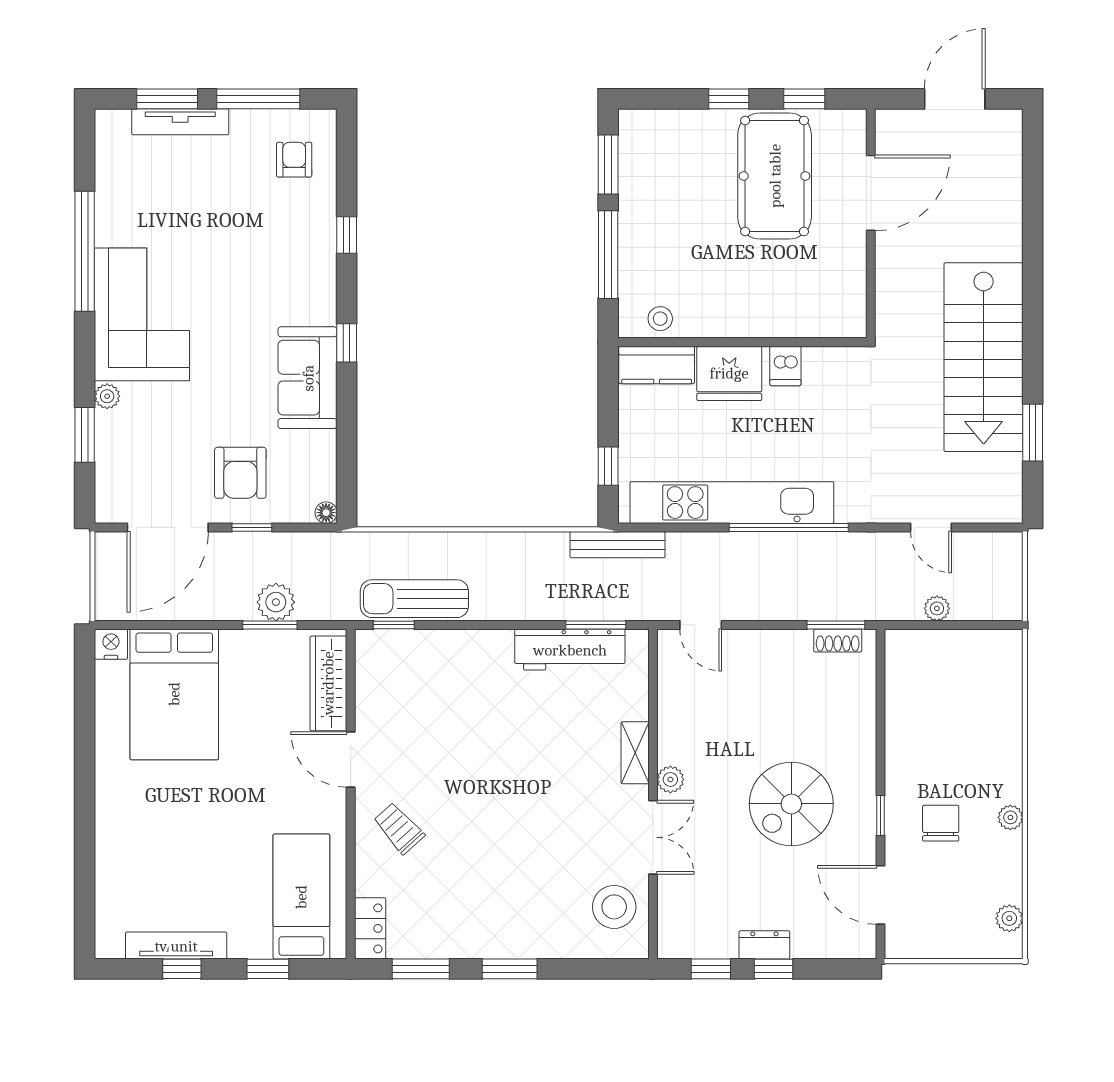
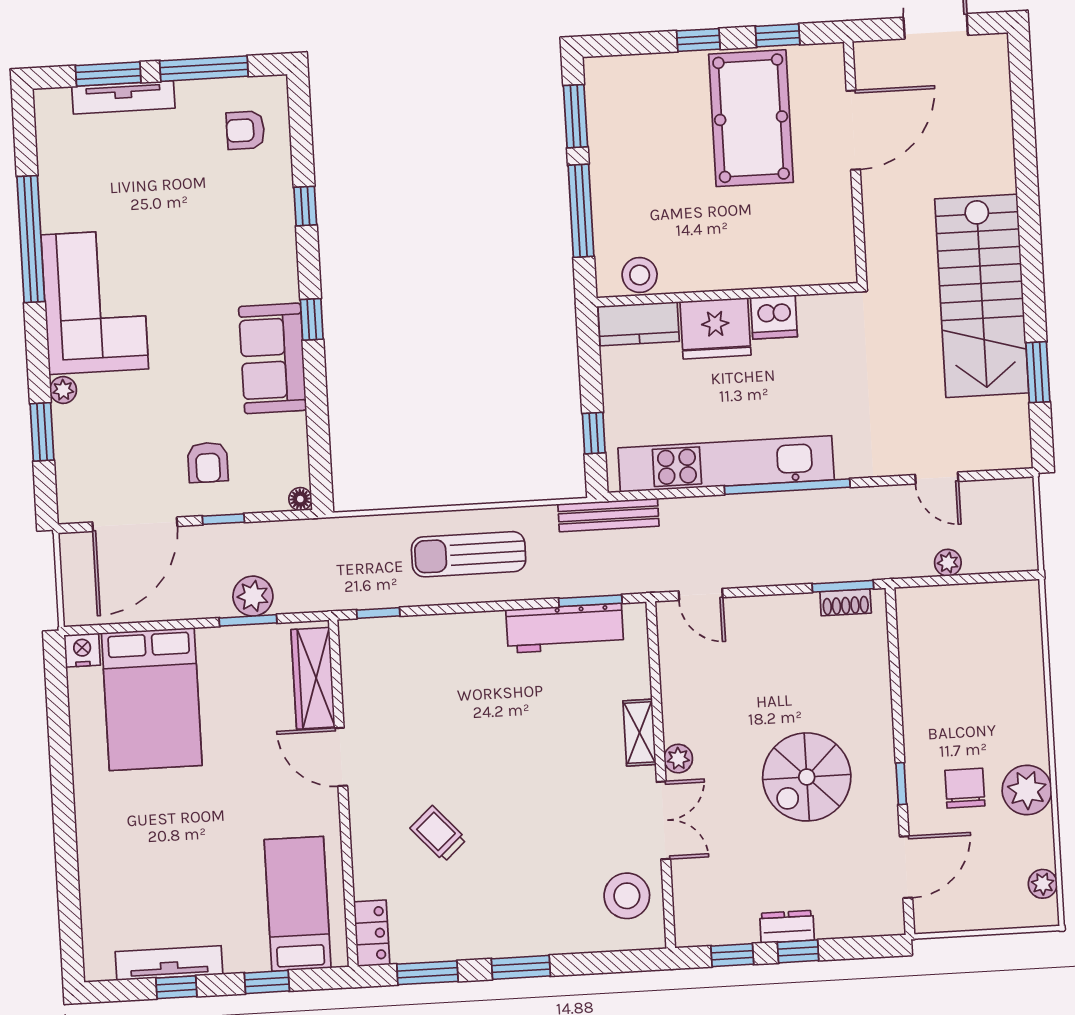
armchair: (294, 160) -> (245, 130), turned -90
stool: (660, 319) -> (640, 275), width x1.37, depth x1.37
dishwasher: (785, 366) -> (774, 317), width x1.38
armchair: (240, 473) -> (208, 462), width x0.72, depth x0.72
sun lounger: (414, 599) -> (469, 554), moved
plant: (1010, 817) -> (1027, 790), width x1.88, depth x1.88
trolley: (399, 828) -> (438, 834), moved
door: (881, 895) -> (906, 867), swing flipped

